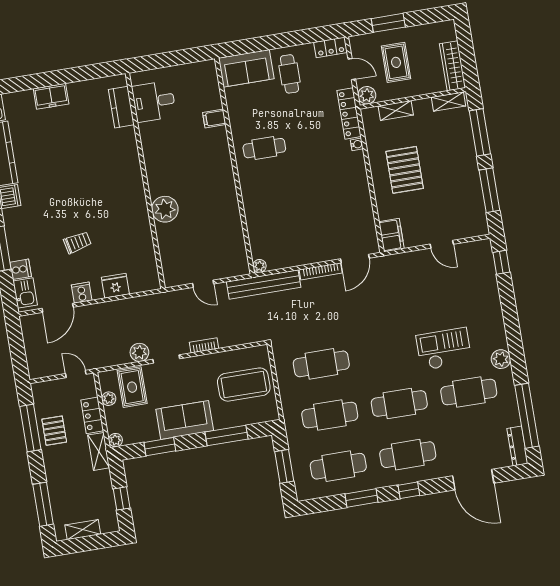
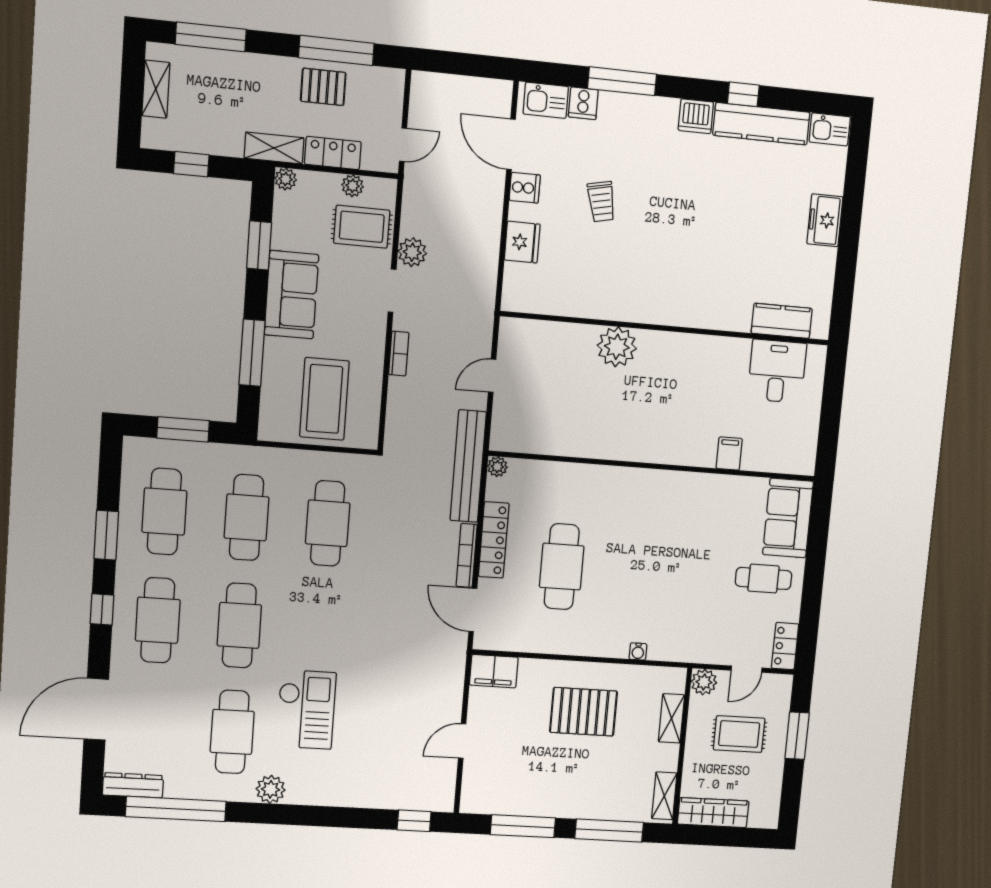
locker: (349, 114) -> (494, 540), moved, turned 90
cafe table: (264, 148) -> (562, 567), moved, width x1.37, depth x1.35

